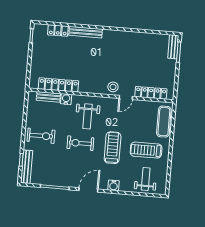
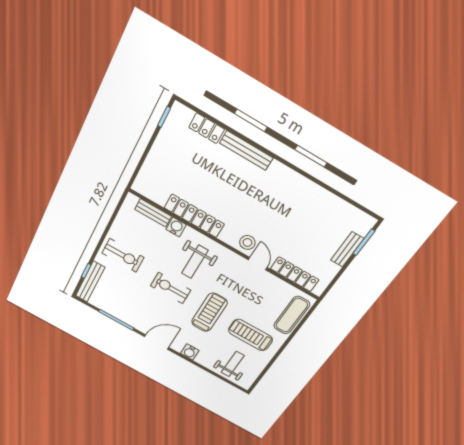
bench: (173, 47) -> (347, 249), moved
locker: (58, 85) -> (194, 216), moved
door: (126, 97) -> (258, 264), swing flipped

